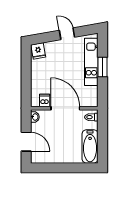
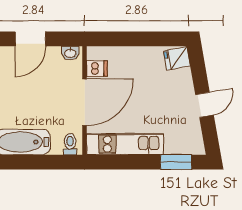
kitchen unit: (91, 62) -> (125, 144), moved
window: (103, 67) -> (176, 162), moved

